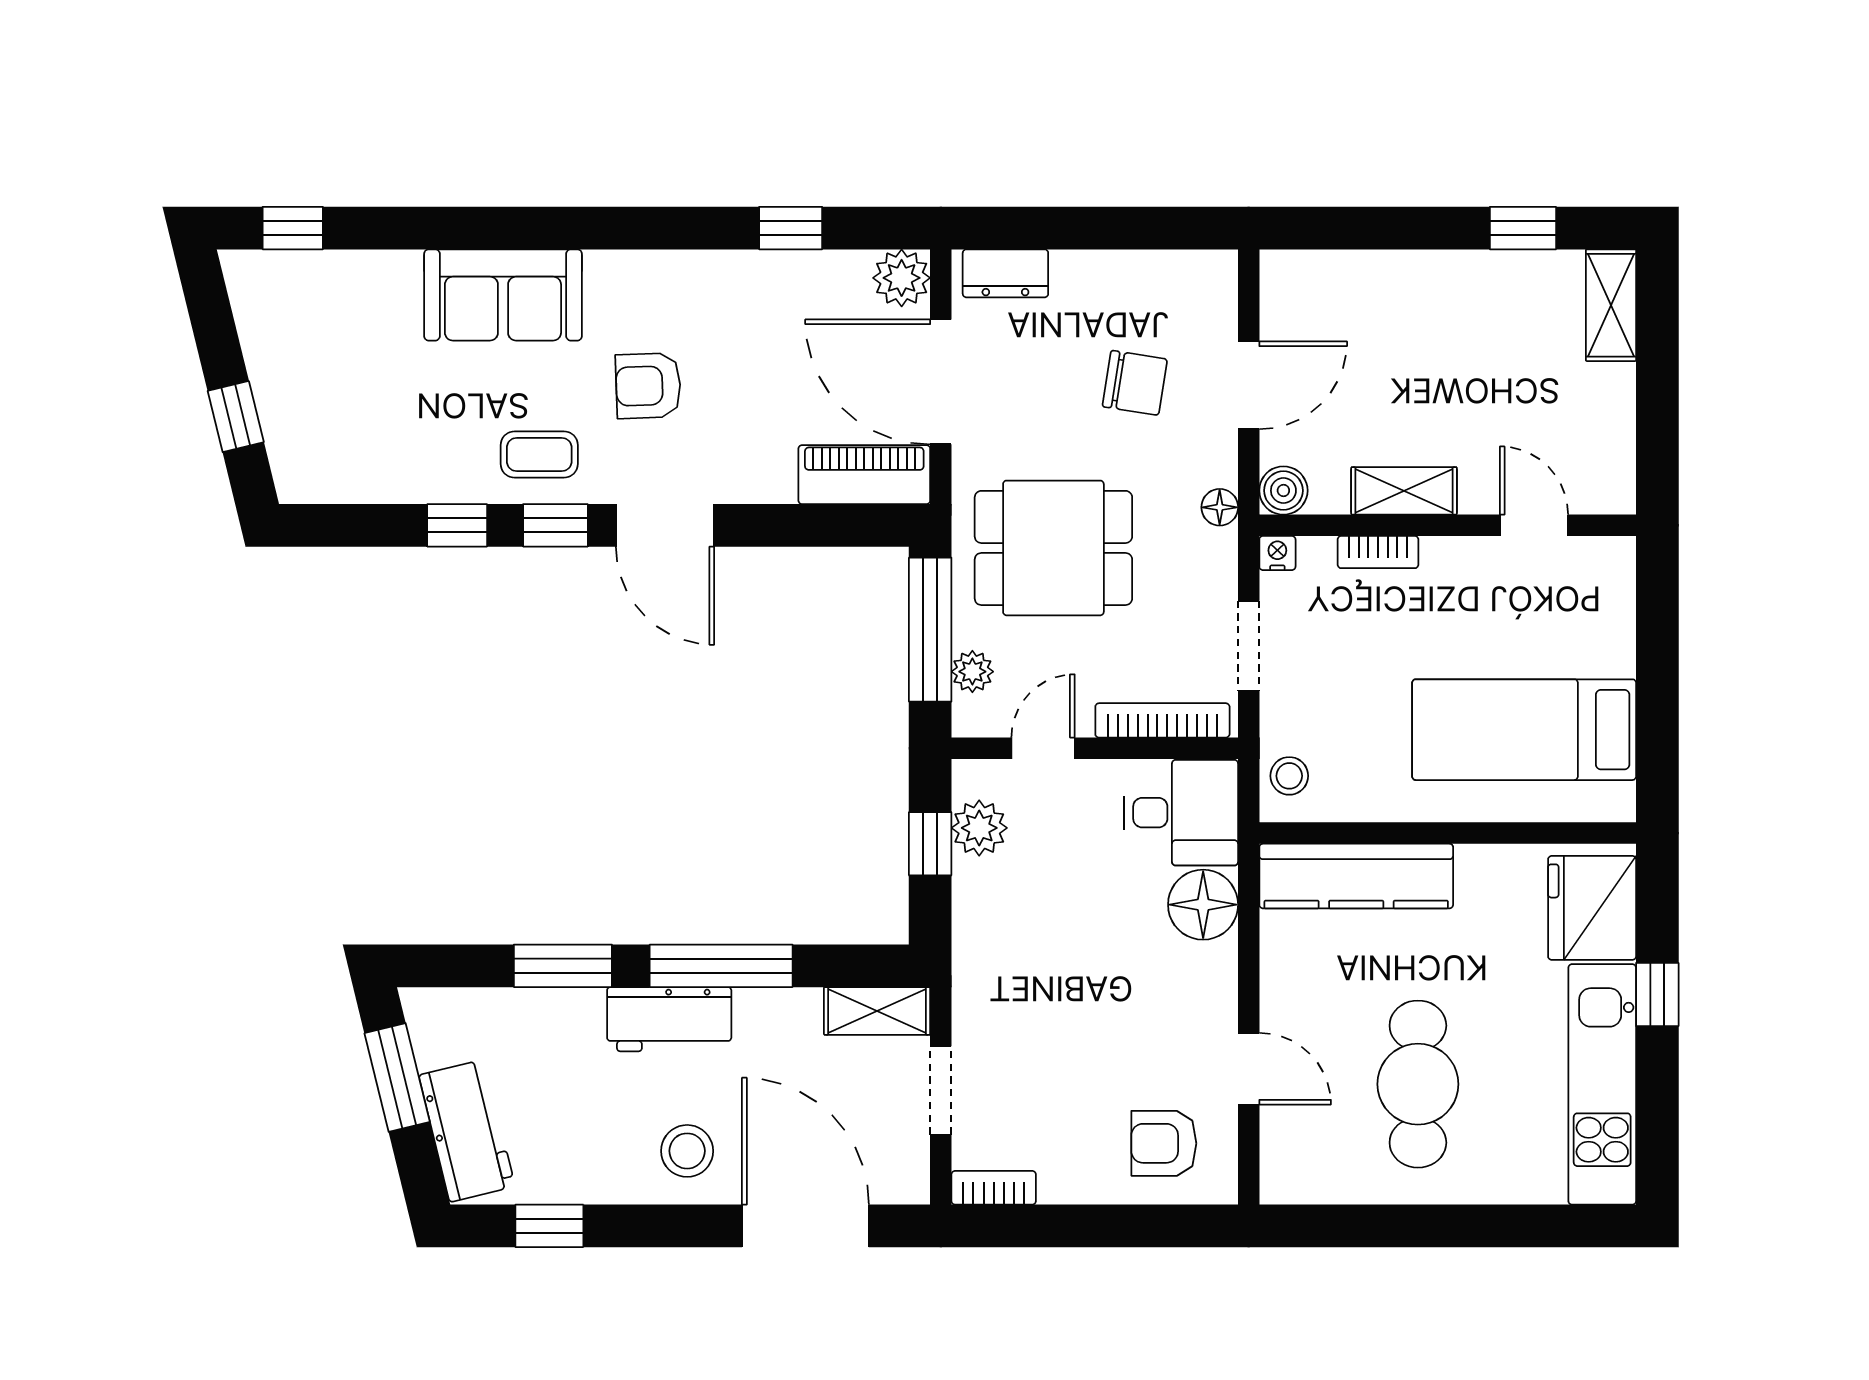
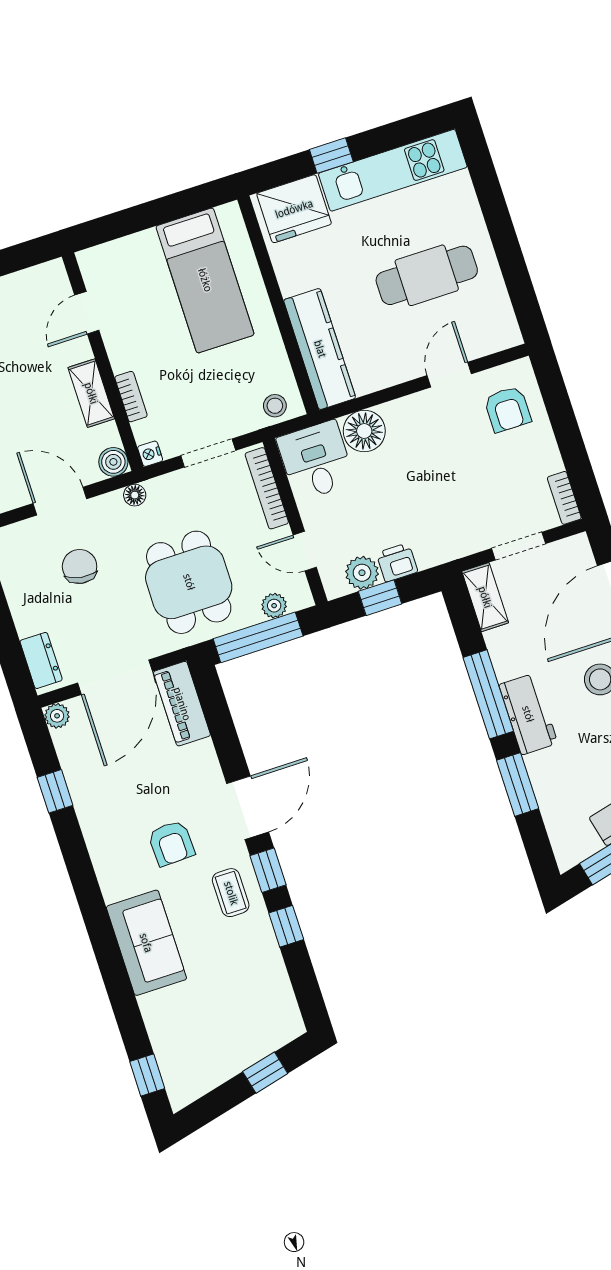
plant: (902, 278) -> (57, 716), width x0.73, depth x0.73
printer: (978, 889) -> (397, 562), added

